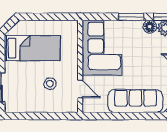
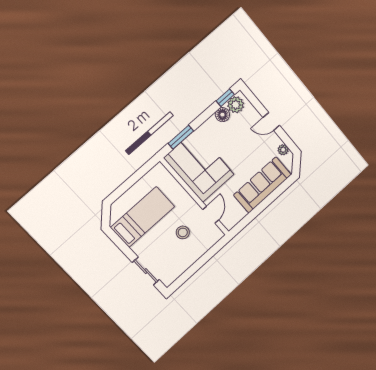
window: (131, 17) -> (181, 137), moved
door: (80, 89) -> (211, 215), hinge flipped

